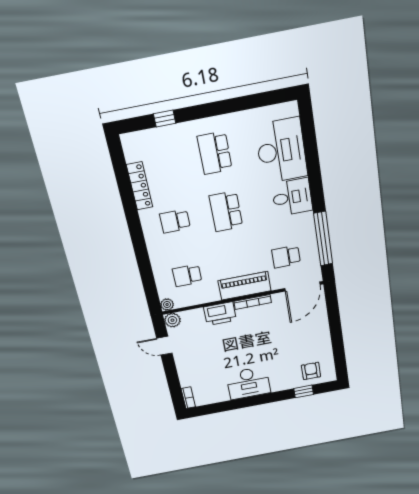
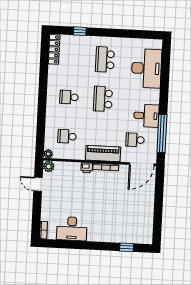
locker: (139, 186) -> (54, 49), moved
desk: (292, 197) -> (146, 116), moved
printer: (220, 314) -> (87, 168), width x0.53, depth x0.68
armchair: (311, 371) -> (135, 232), removed
desk: (248, 383) -> (72, 229), moved

